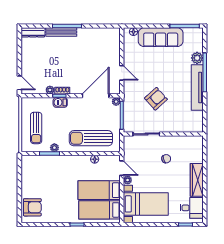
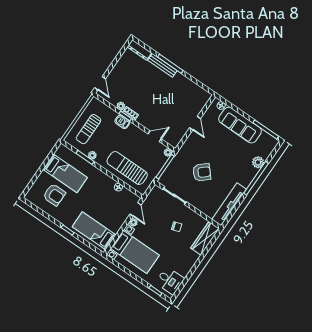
door: (122, 73) -> (195, 123), moved
tv unit: (197, 88) -> (229, 204), moved
door: (96, 96) -> (155, 136), width x0.53
wardrobe: (197, 180) -> (205, 238), moved
bed: (99, 190) -> (65, 173), moved, turned 180
armchair: (32, 207) -> (54, 195), moved

